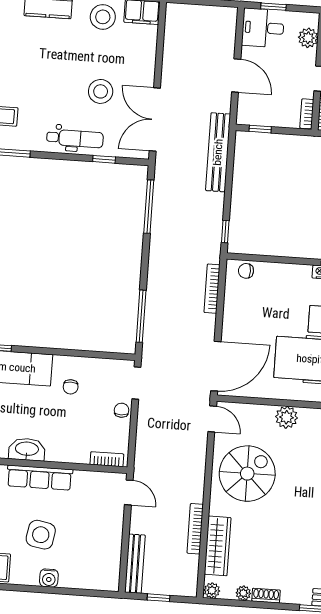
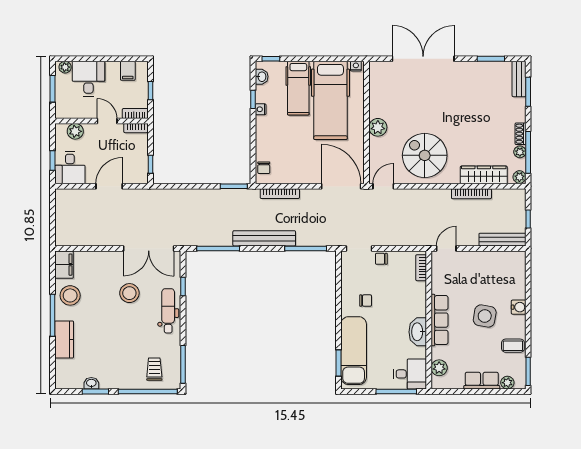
bench: (218, 152) -> (264, 238), moved
window: (225, 232) -> (234, 186), width x1.50
window: (242, 603) -> (528, 152), added

